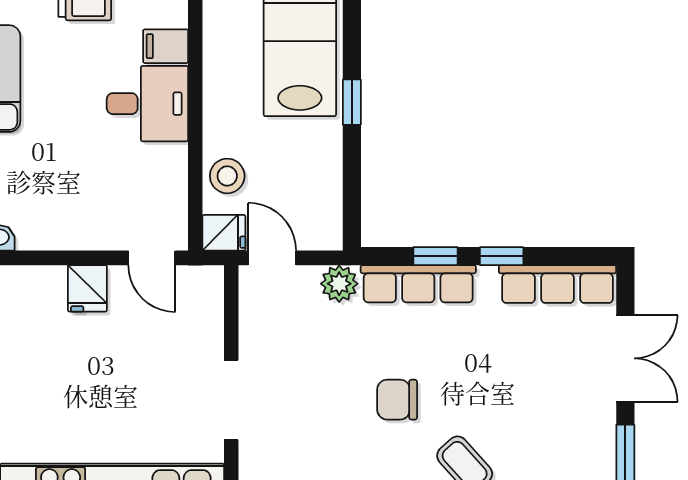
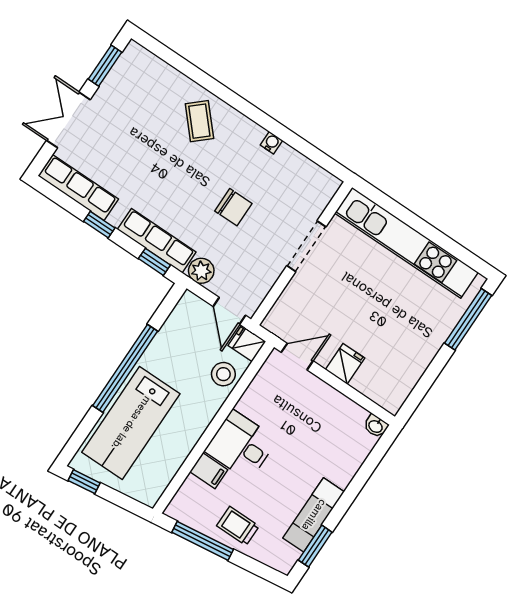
window: (352, 102) -> (125, 368), width x3.17
window: (435, 256) -> (154, 262), moved
door: (152, 258) -> (297, 357), hinge flipped
chair: (397, 400) -> (233, 207), moved

